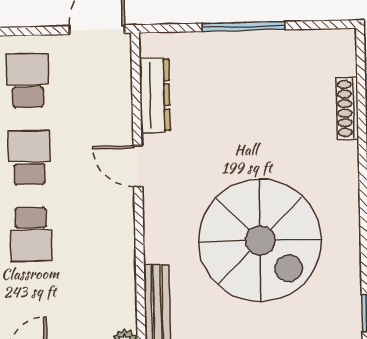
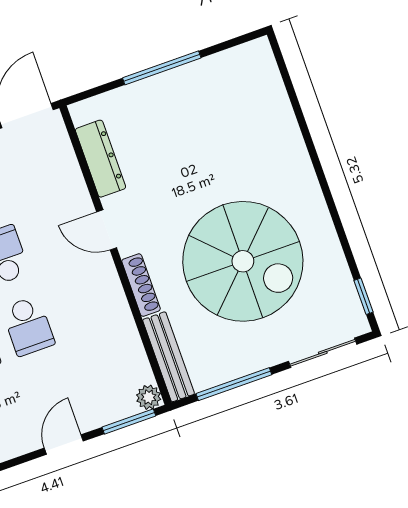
shoe rack: (347, 108) -> (141, 285), moved, turned 180

